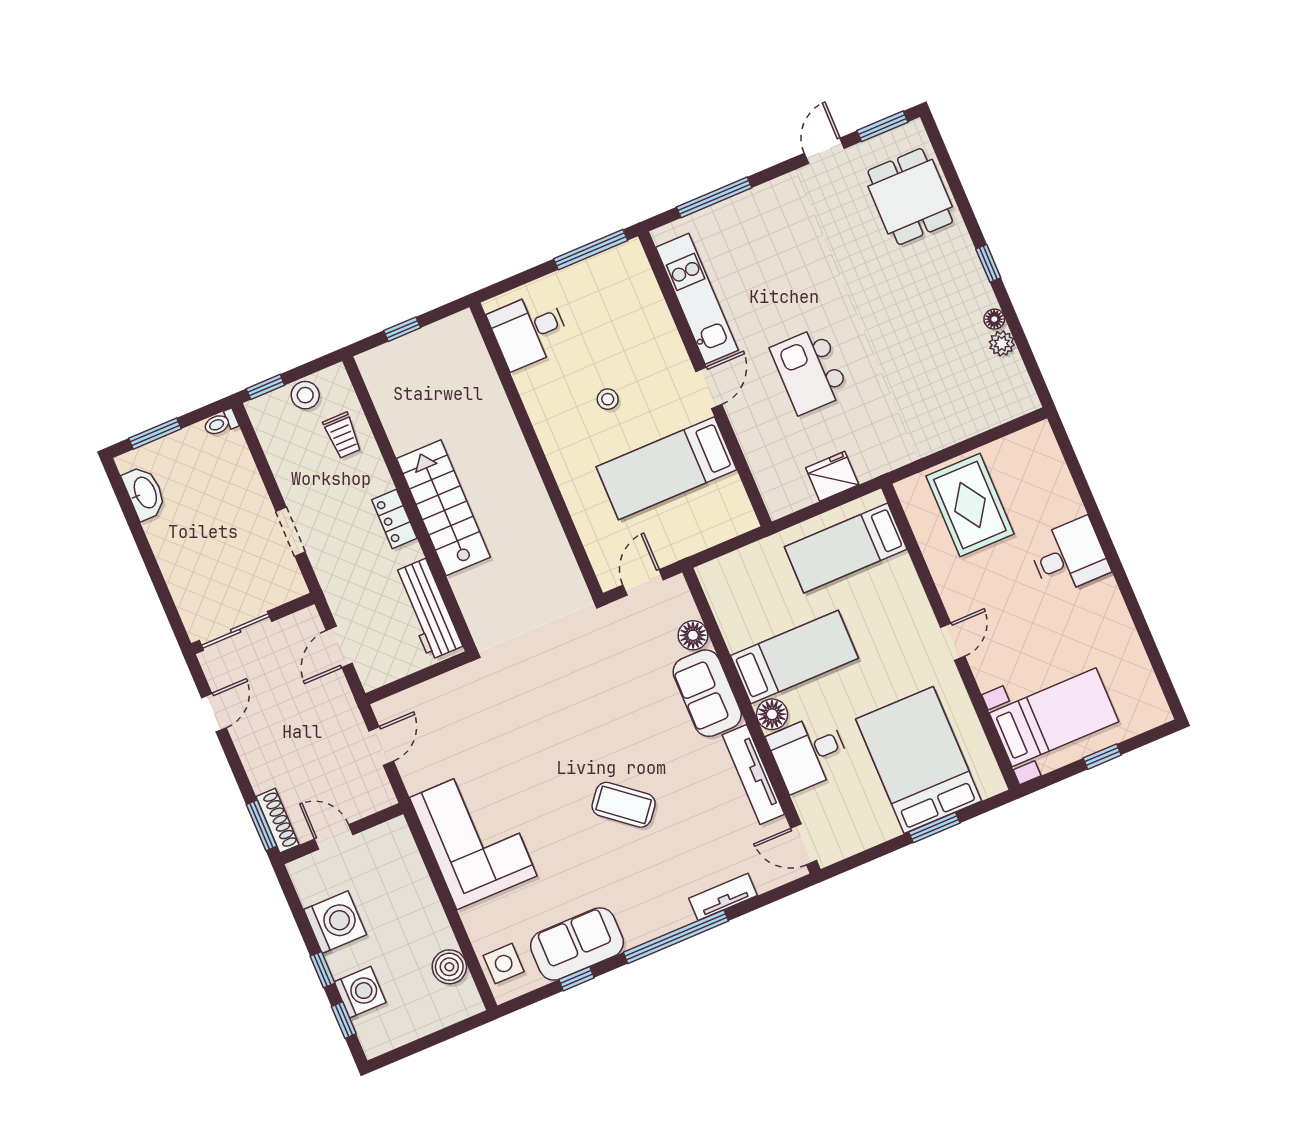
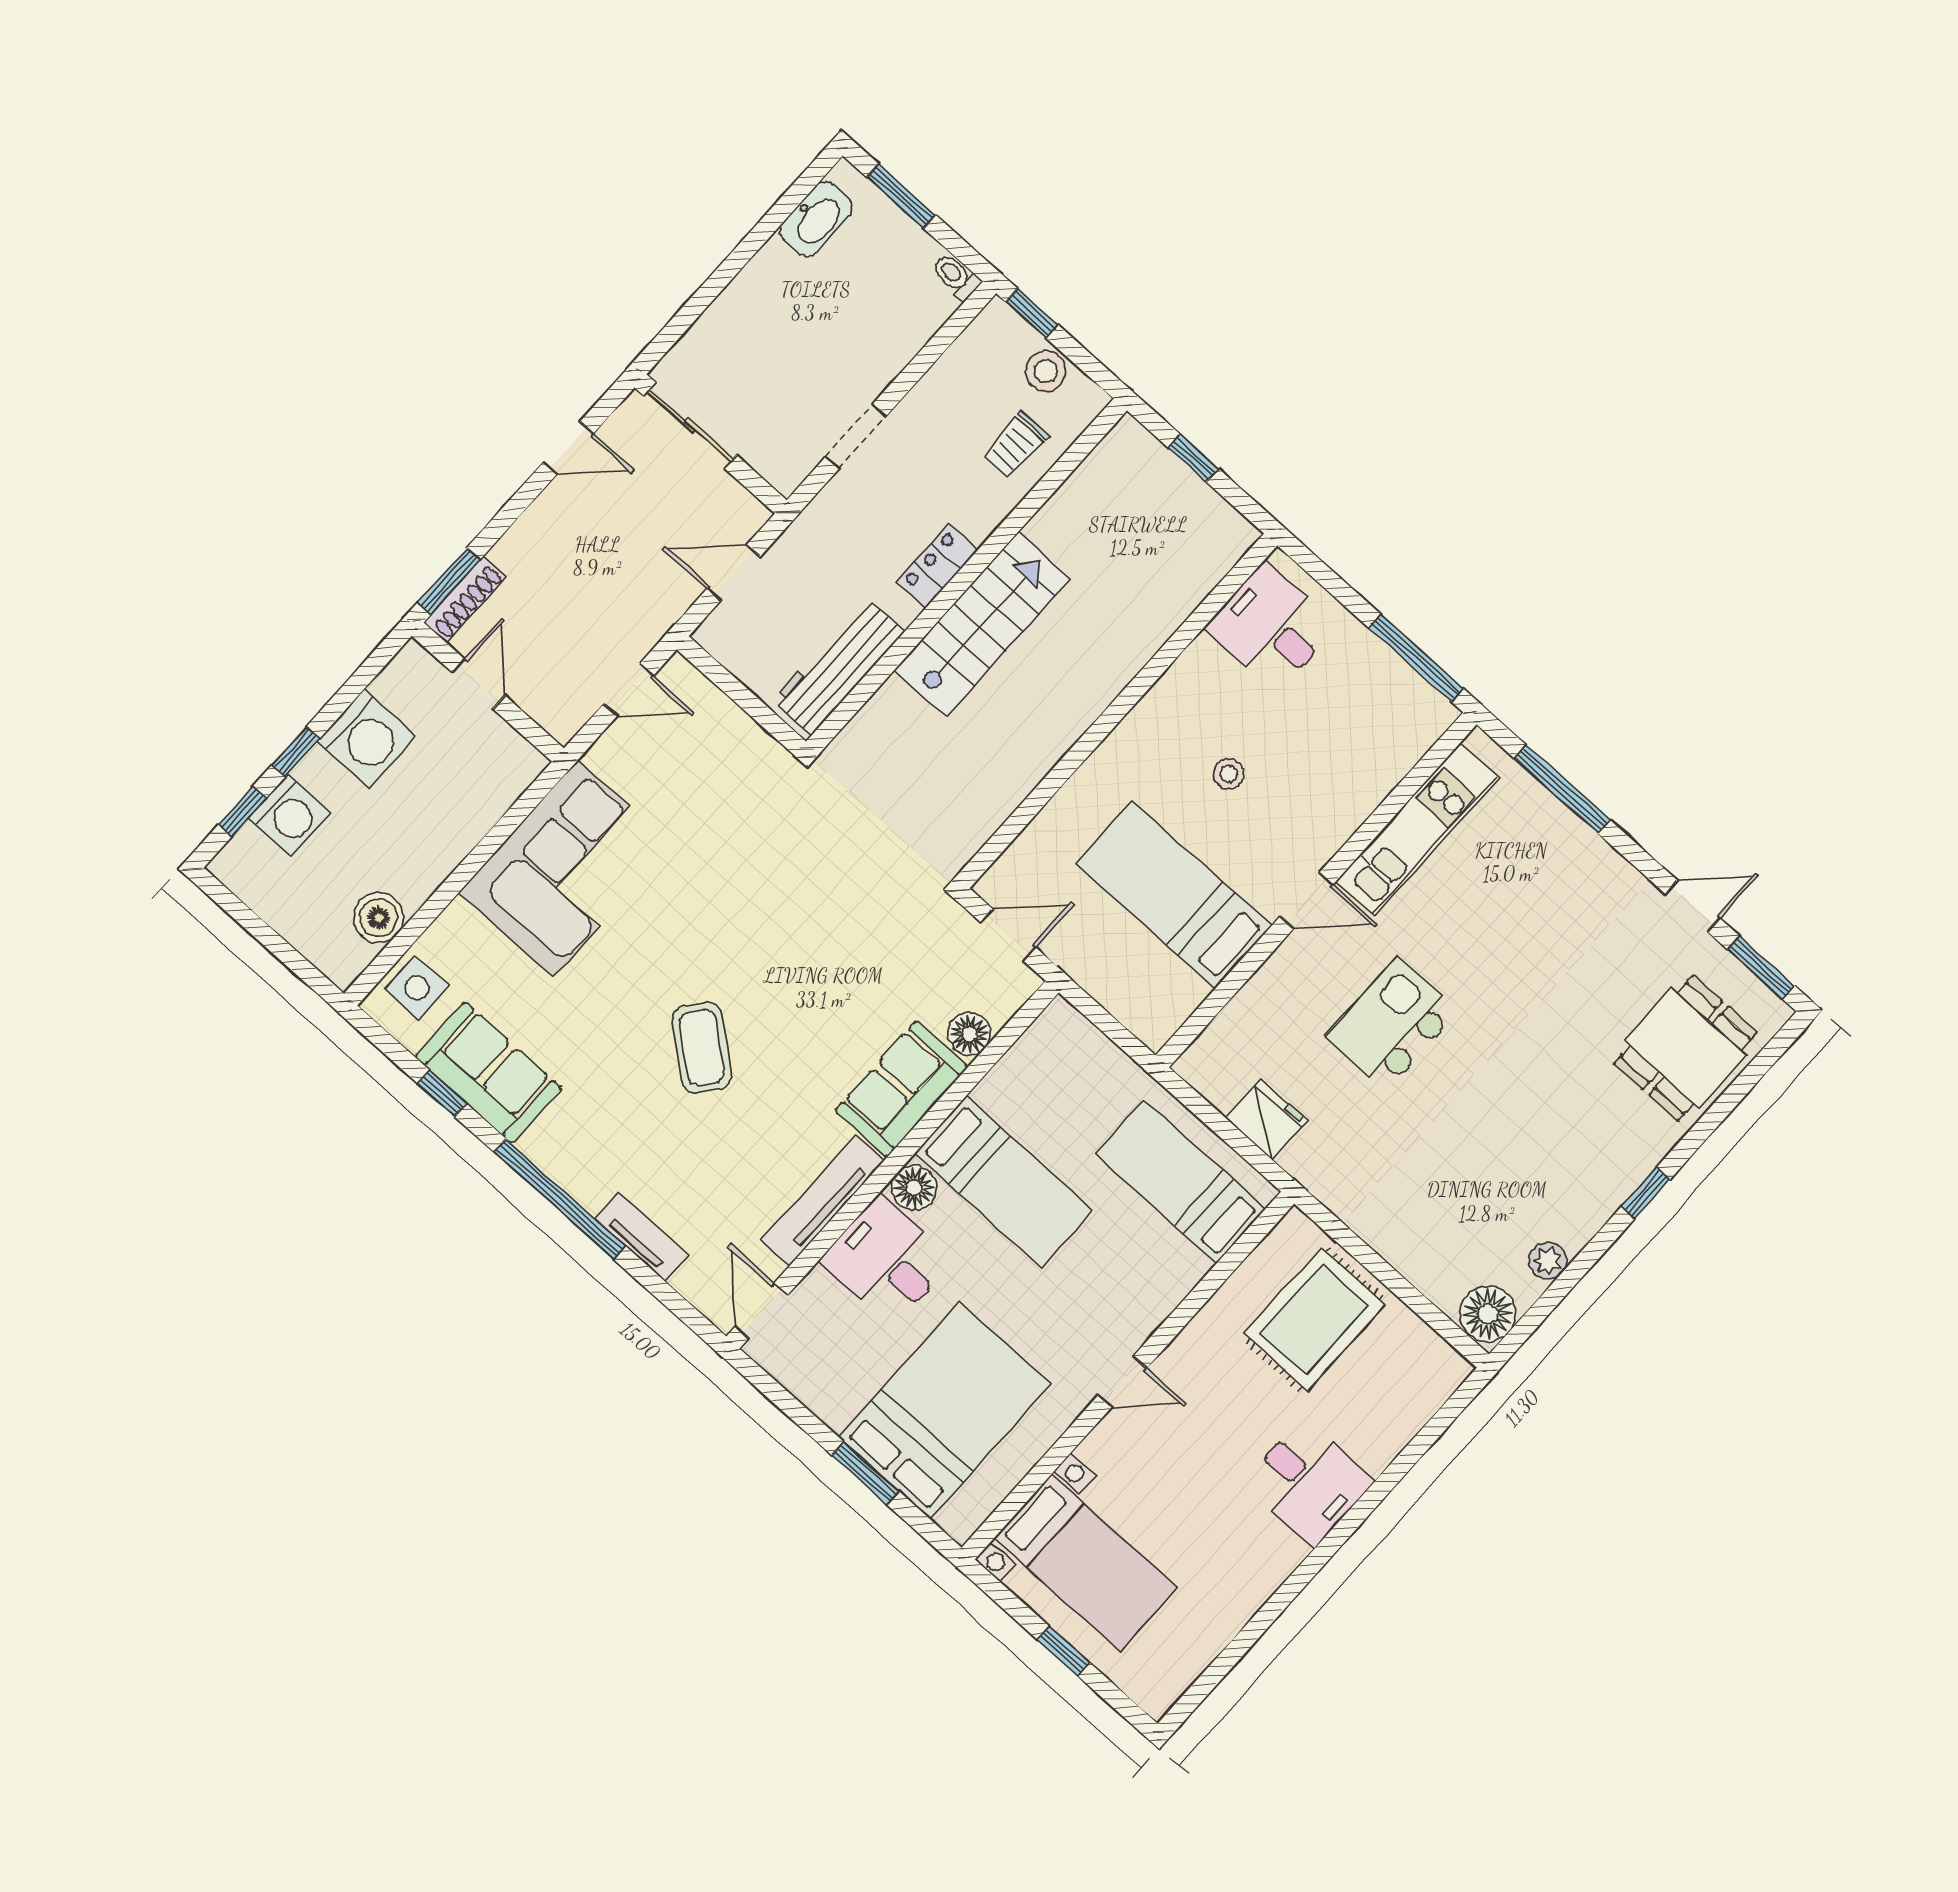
floor lamp: (994, 319) -> (1488, 1314), moved, width x1.89, depth x1.89

